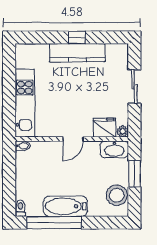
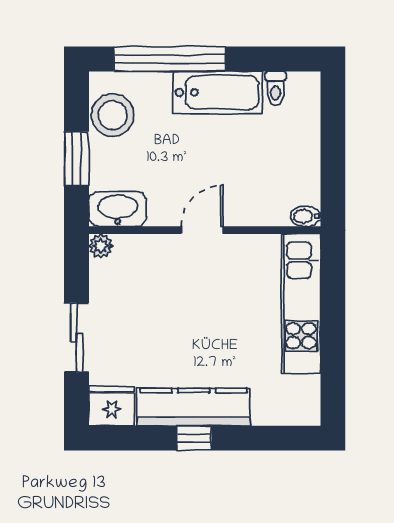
fridge: (104, 128) -> (112, 406), moved, turned 180
toilet: (20, 208) -> (276, 88), moved
window: (54, 223) -> (170, 59), moved

